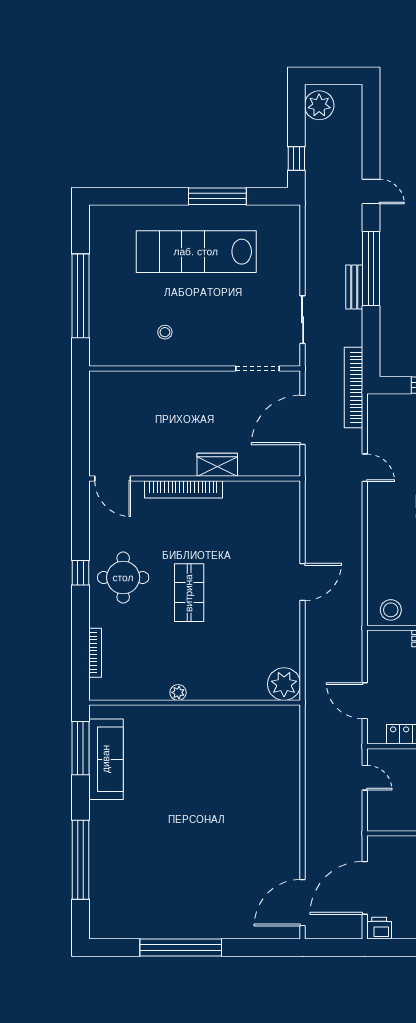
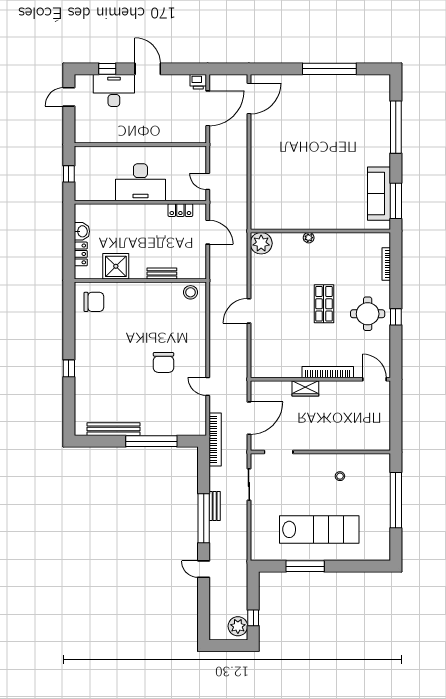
window: (296, 159) -> (253, 618), moved
plant: (178, 692) -> (309, 238), moved

